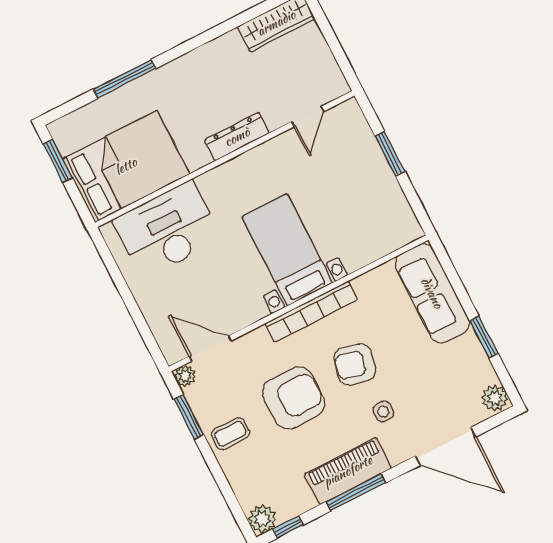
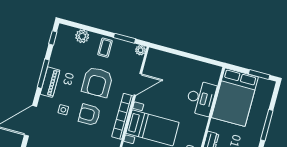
desk: (167, 230) -> (201, 98), width x0.73, depth x0.77
door: (210, 348) -> (138, 84), moved
armchair: (355, 364) -> (89, 115), turned -104
piano: (348, 471) -> (50, 82), width x0.73, depth x0.75
plant: (262, 519) -> (82, 36), moved

